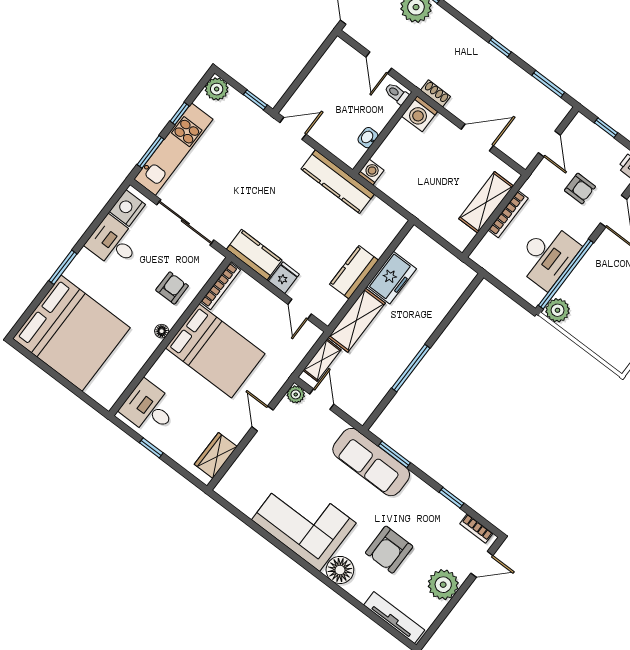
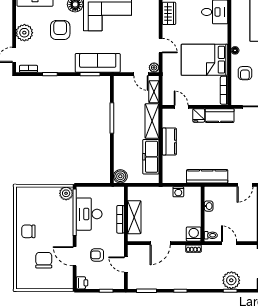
washing machine: (371, 172) -> (178, 192), moved
boiler: (462, 276) -> (120, 176), added
freezer: (392, 278) -> (151, 157), width x1.40

